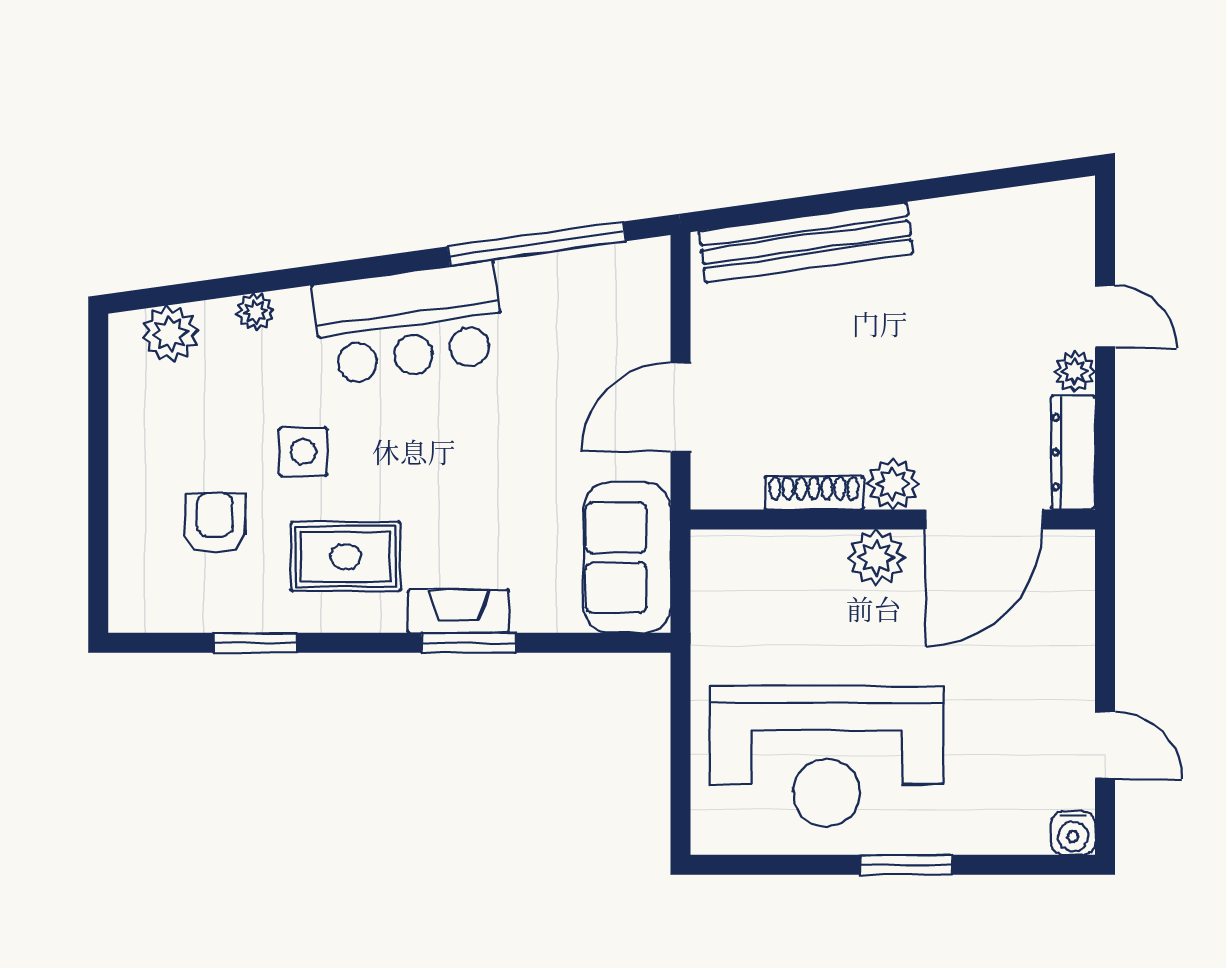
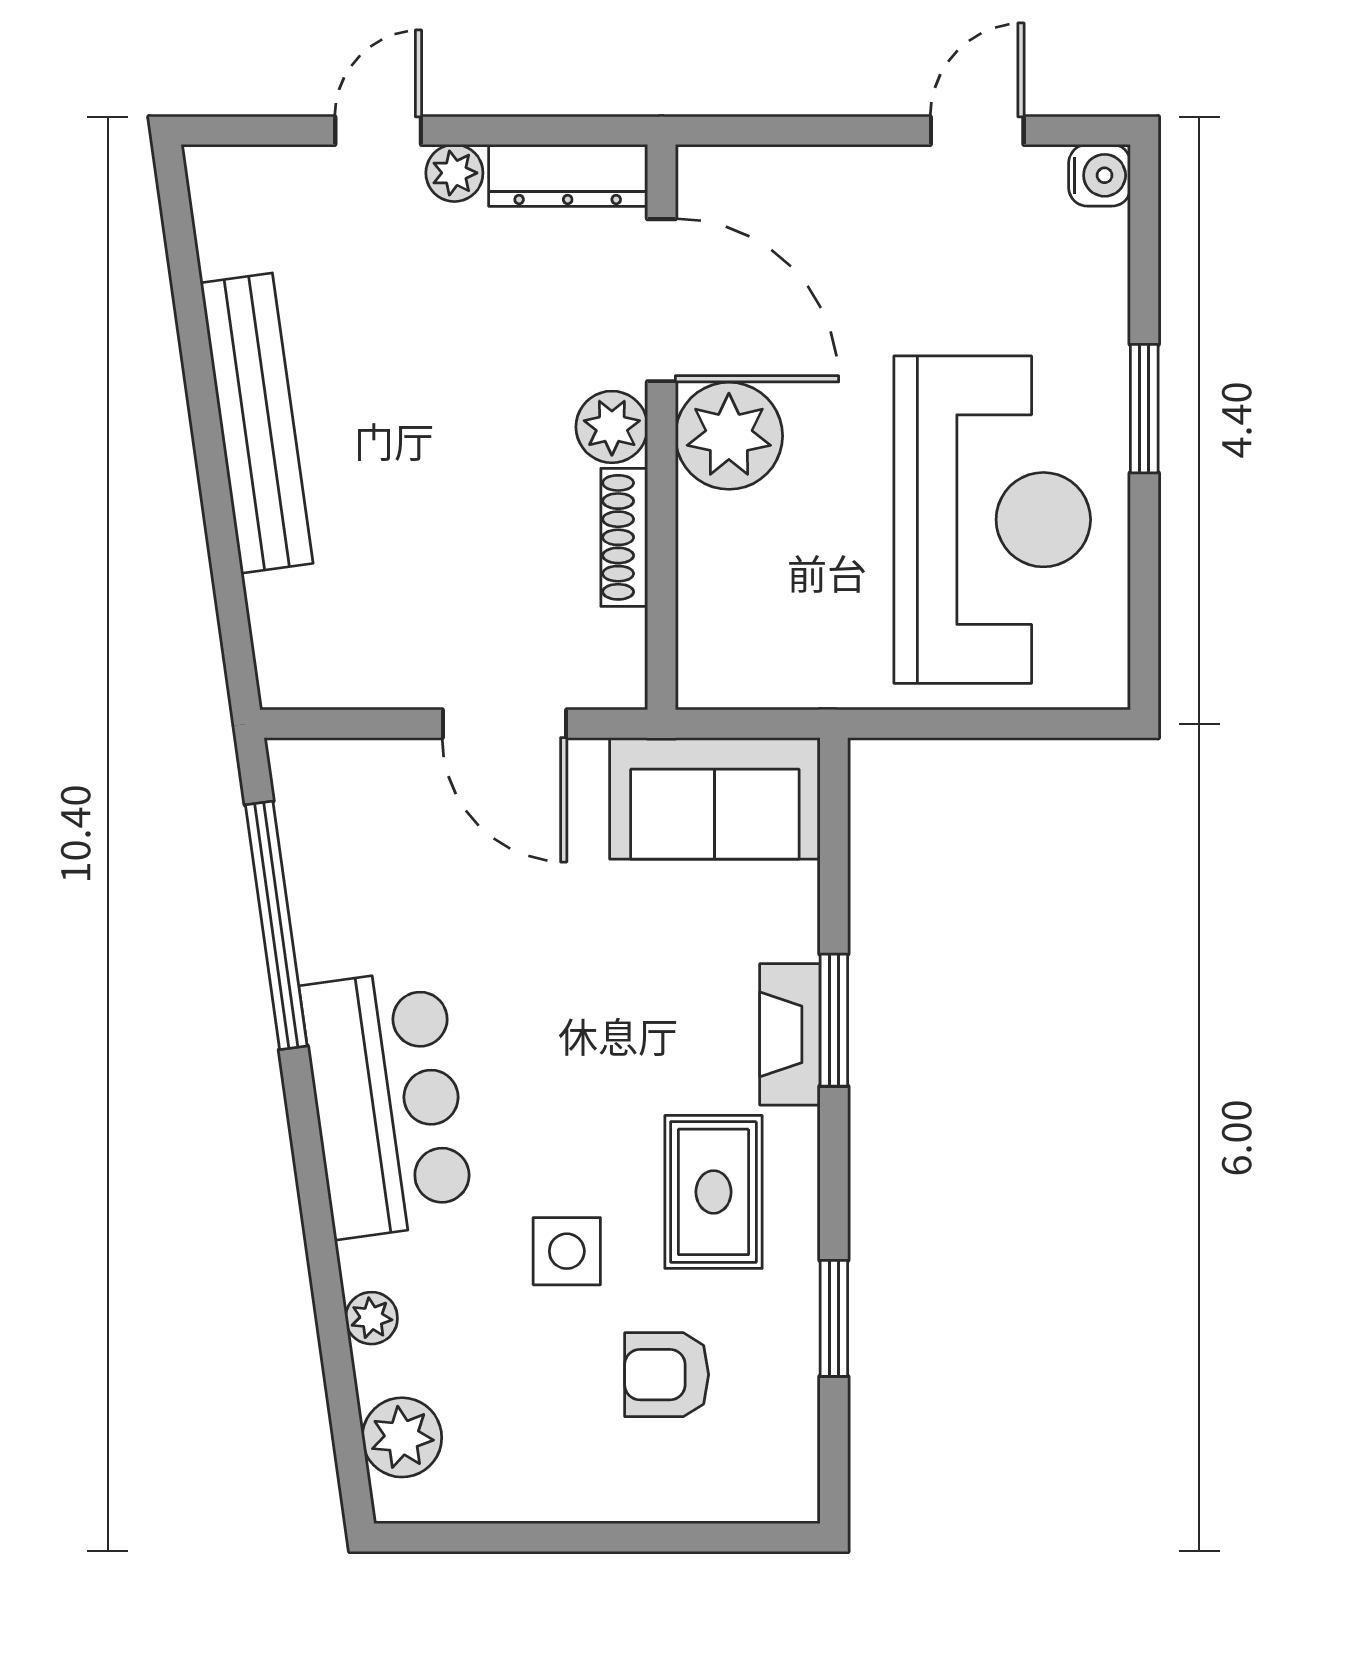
bench: (806, 242) -> (257, 423), moved
plant: (876, 557) -> (729, 436), width x1.36, depth x1.36

